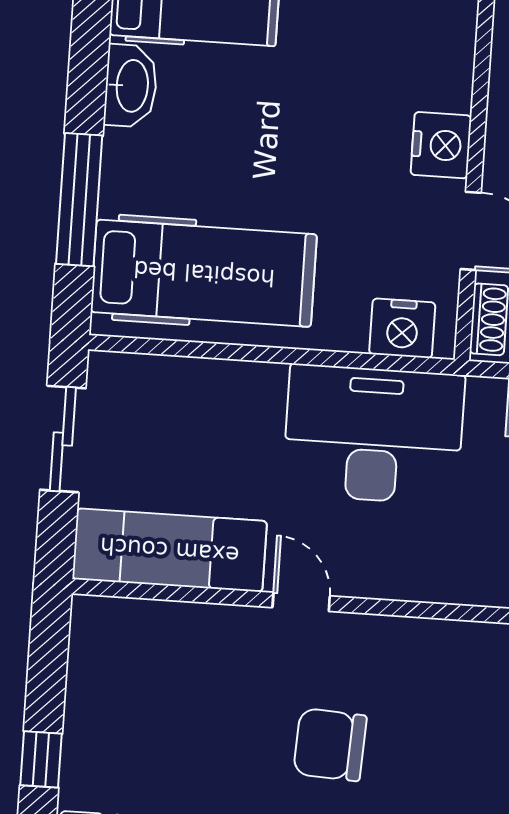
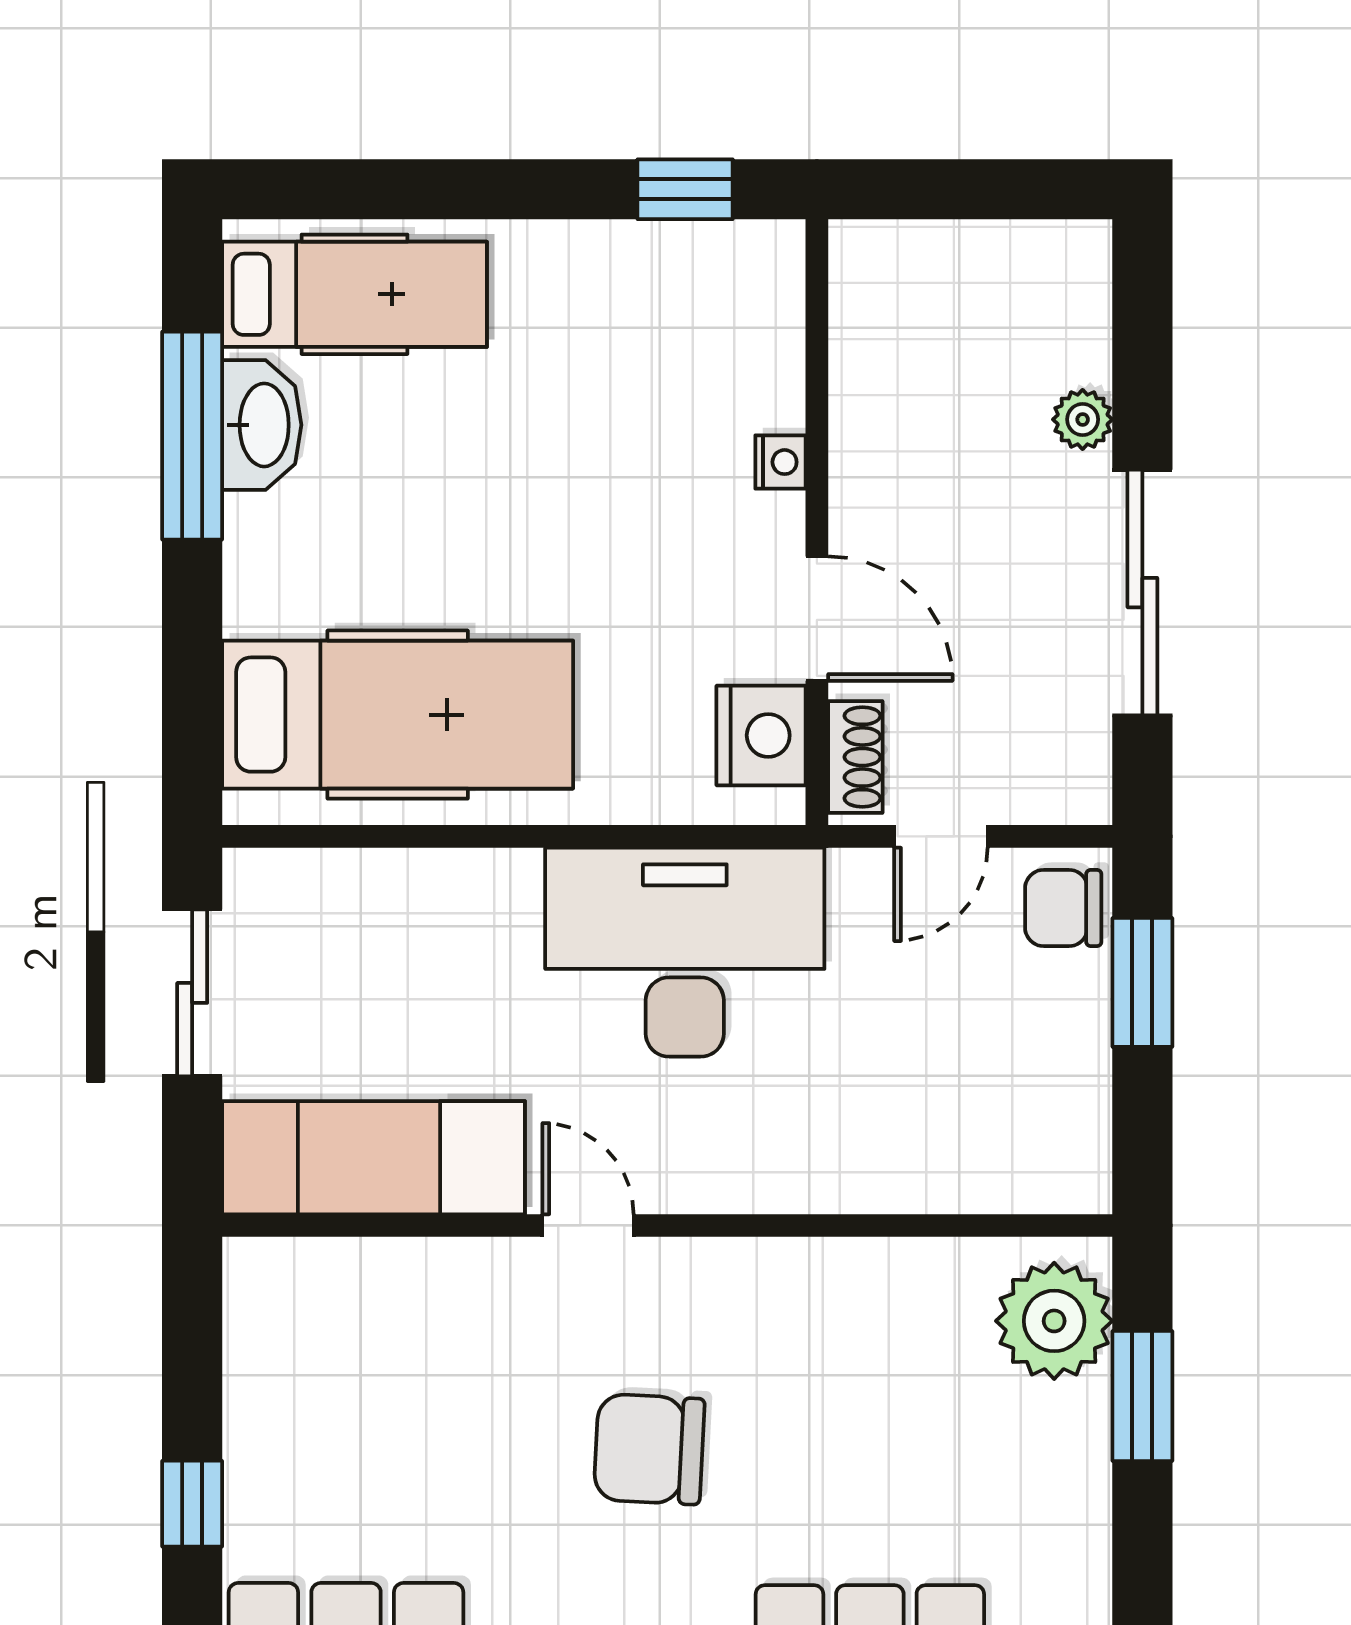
nightstand: (441, 145) -> (781, 462), width x0.53, depth x0.56
window: (79, 200) -> (192, 436), moved
nightstand: (402, 328) -> (761, 735), moved, turned -90

